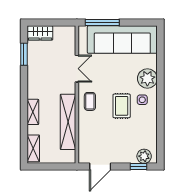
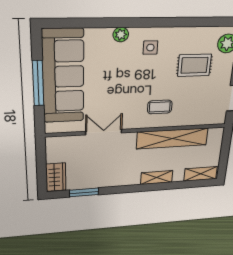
window: (102, 23) -> (38, 83), moved
plant: (147, 79) -> (121, 35), width x0.53, depth x0.53
coffee table: (90, 101) -> (160, 107), moved
rug: (122, 106) -> (194, 65), moved

